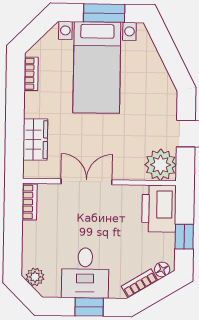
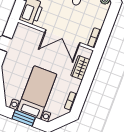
plant: (161, 165) -> (23, 33), removed
double door: (87, 182) -> (62, 38), width x1.37

